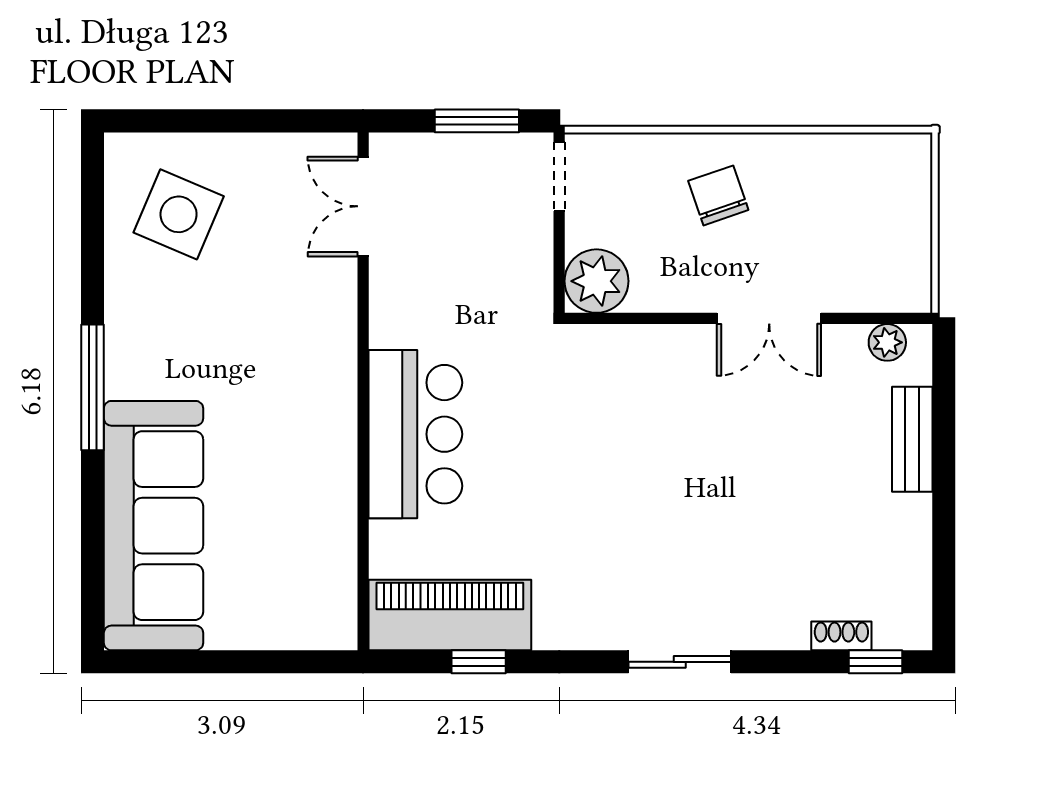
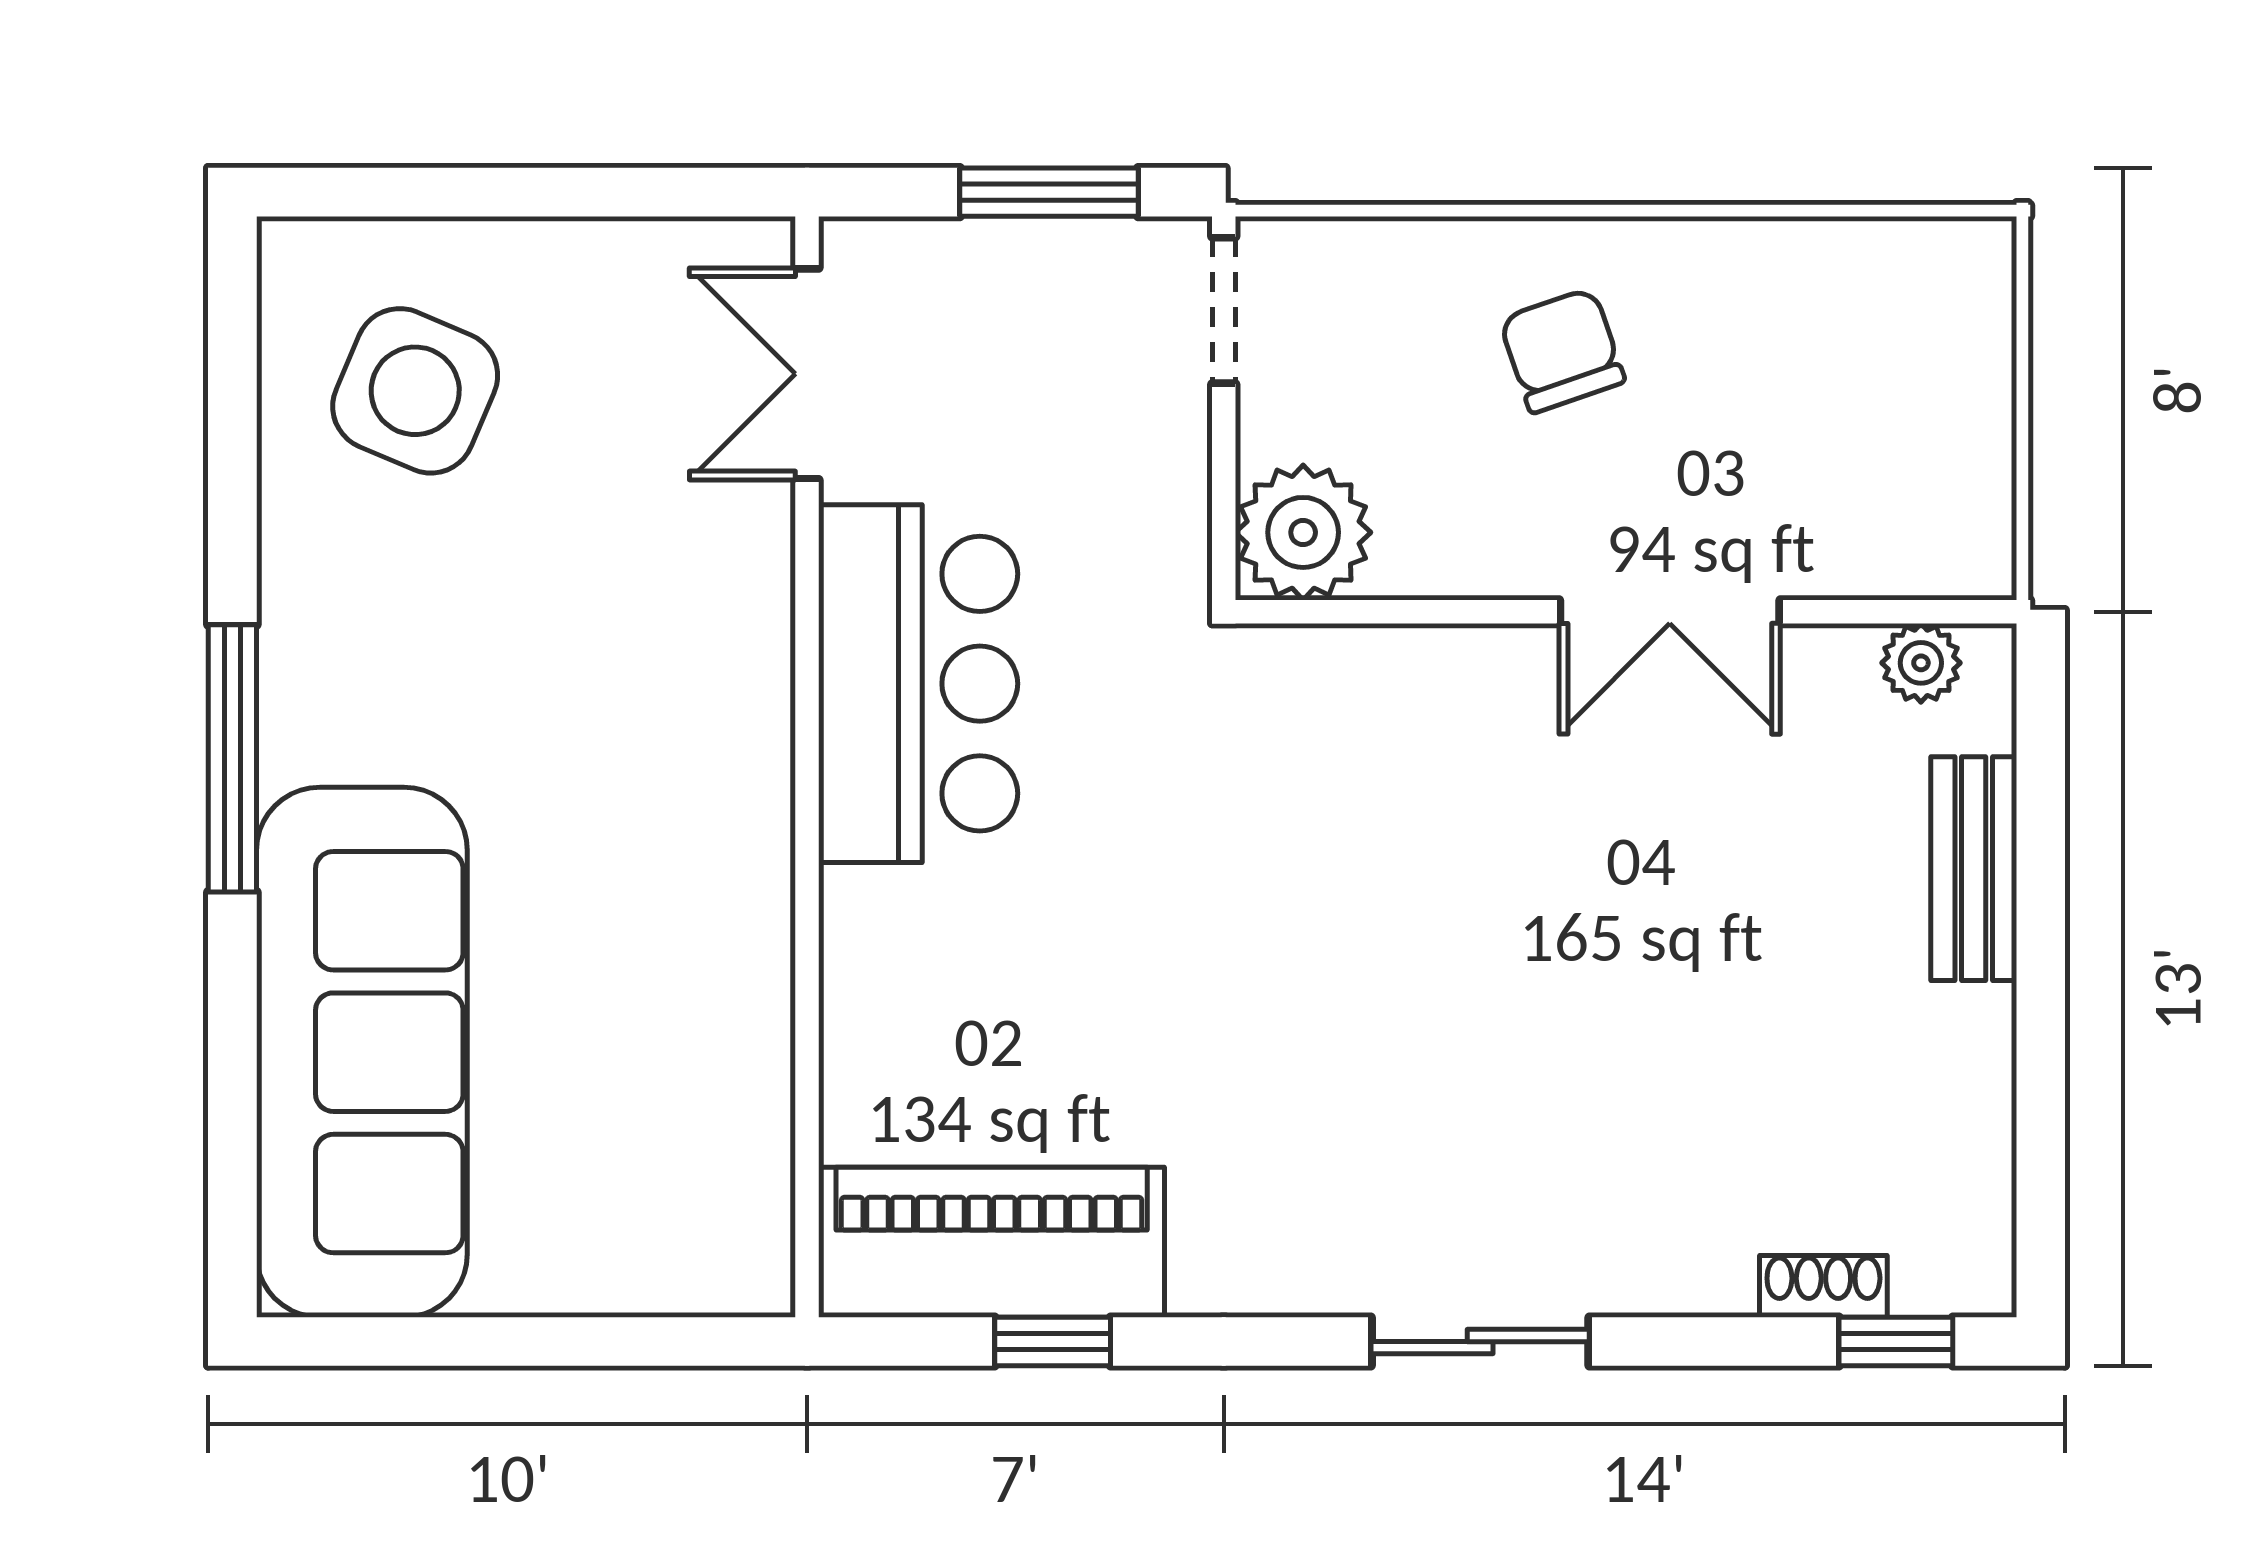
bar counter: (415, 434) -> (918, 684), moved

